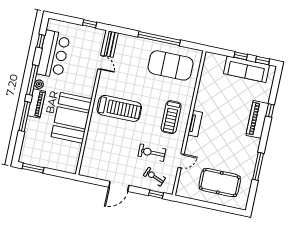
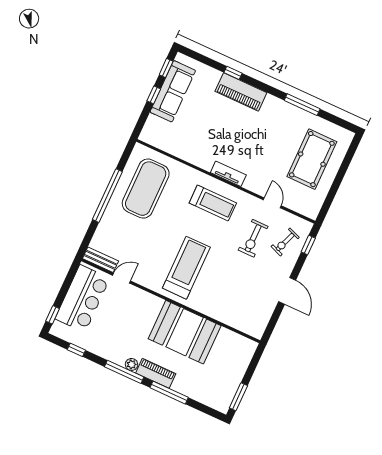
window: (90, 24) -> (53, 315), moved
bar counter: (54, 54) -> (82, 298), moved, turned 90

